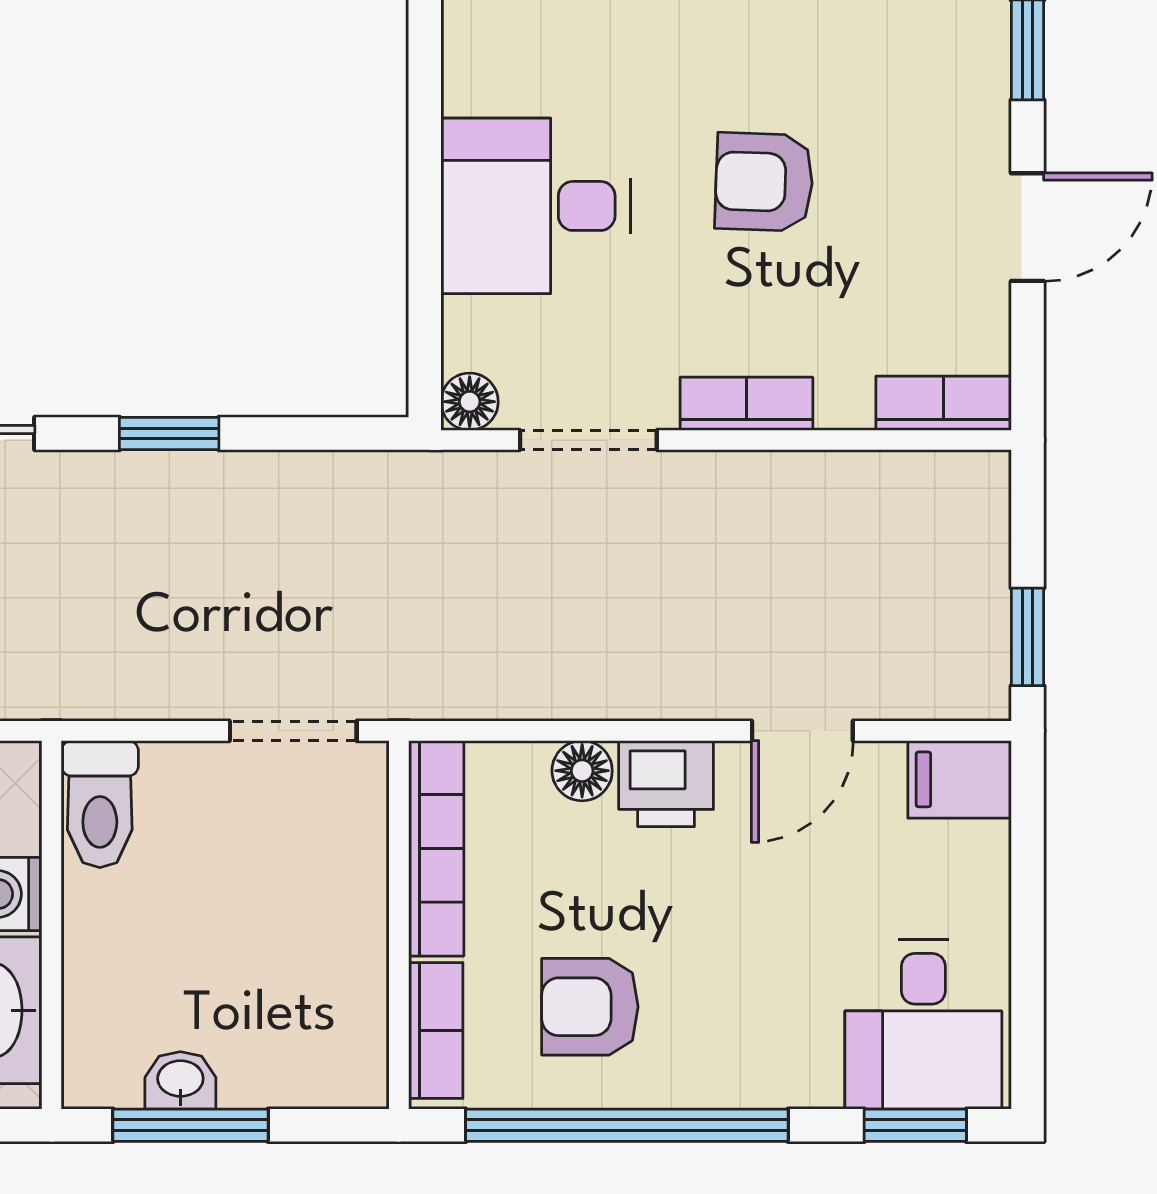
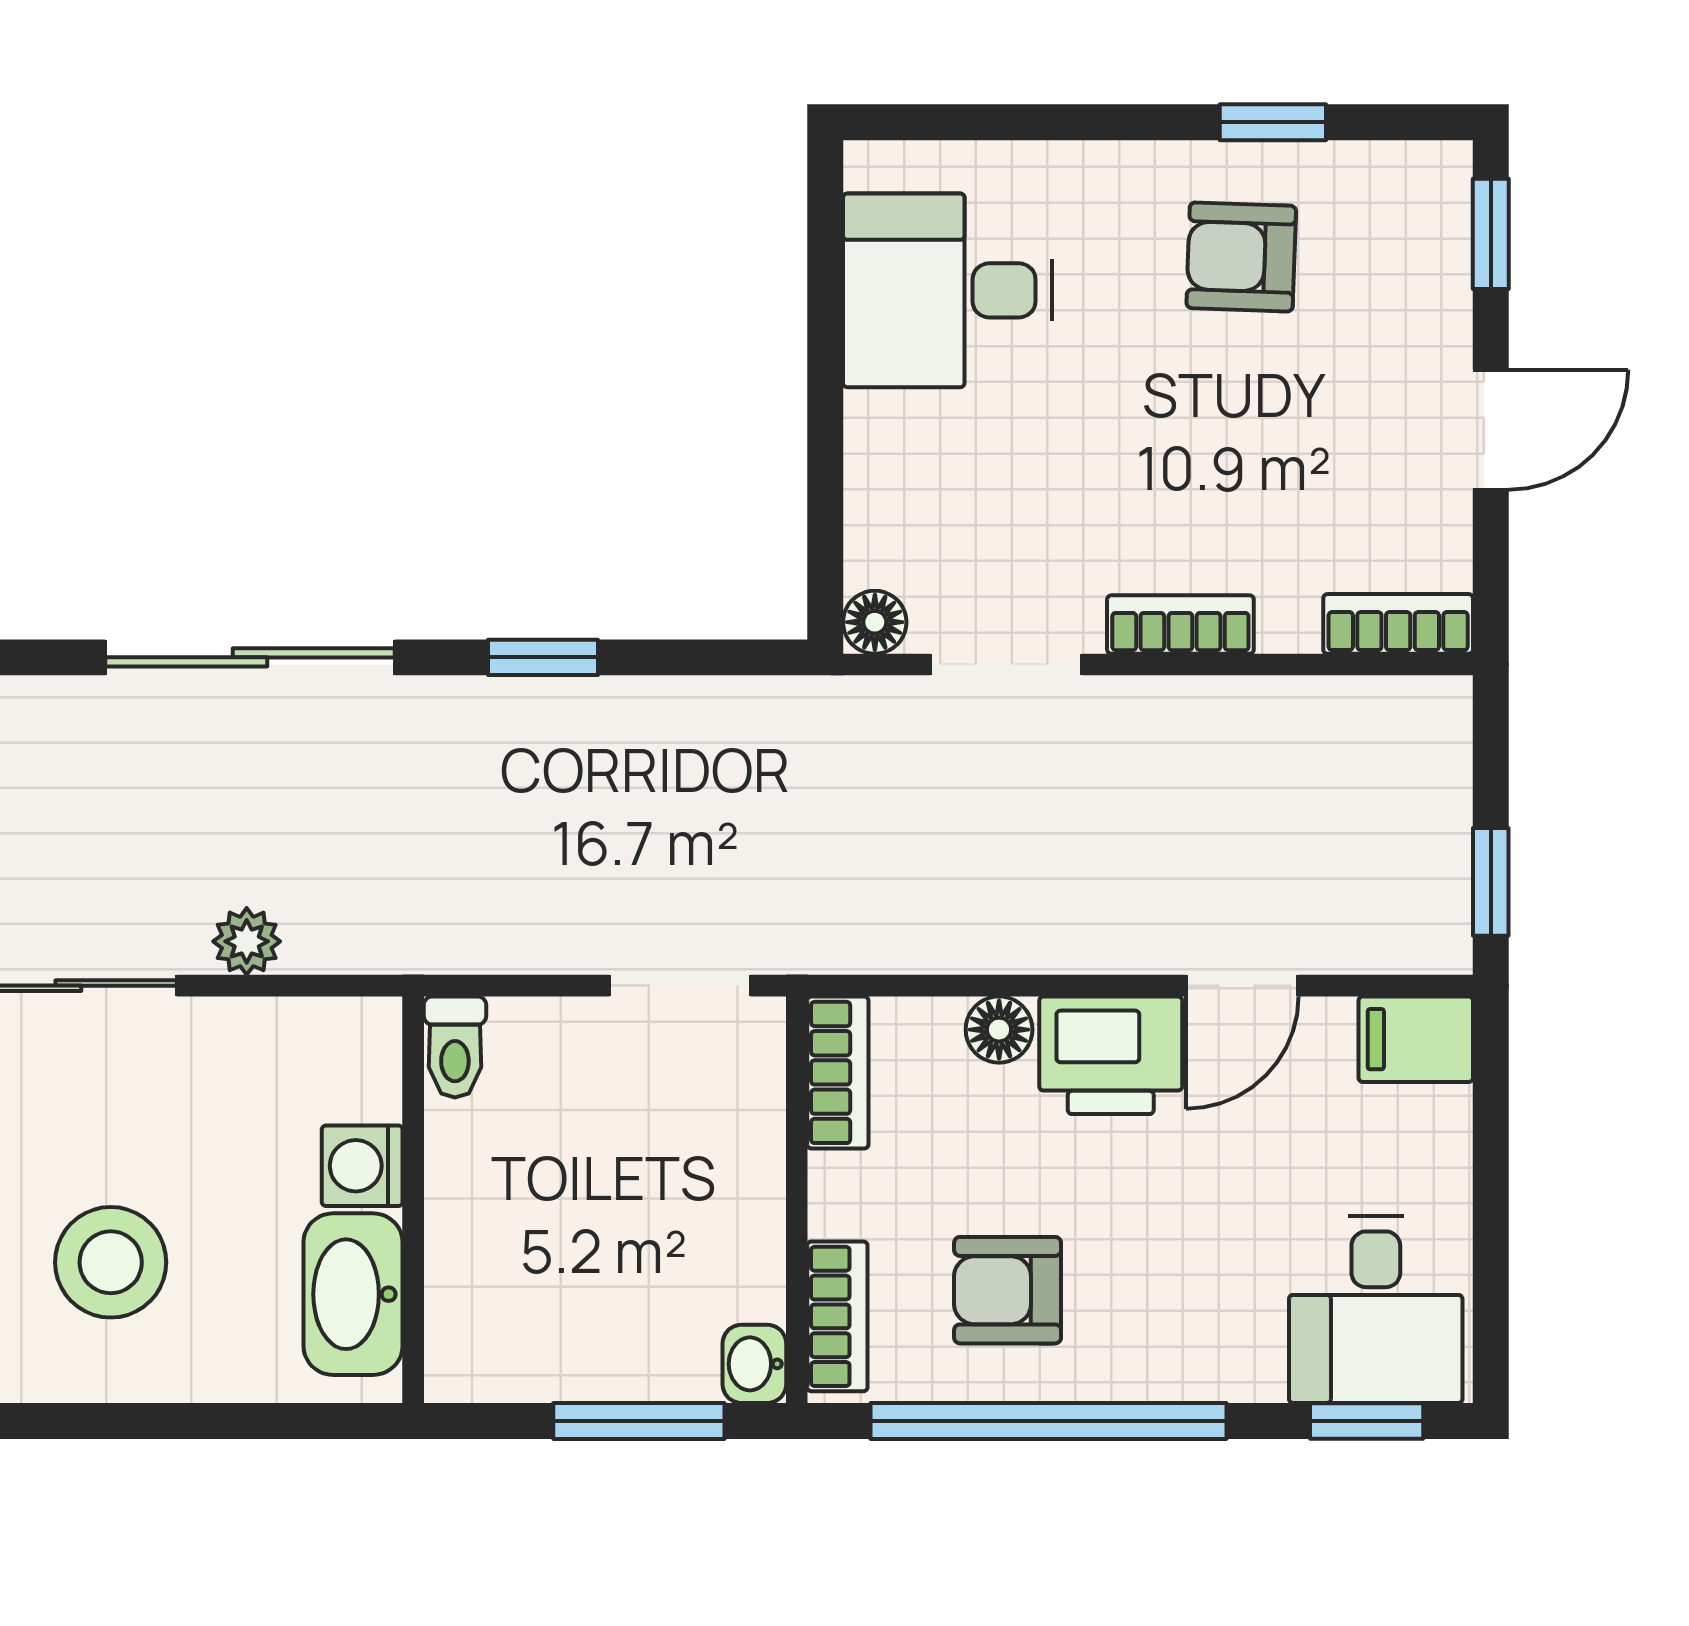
armchair: (764, 182) -> (1241, 257), moved
desk: (536, 206) -> (948, 290), moved
printer: (666, 784) -> (1111, 1055), width x1.36, depth x1.24
toilet: (100, 804) -> (455, 1047), width x0.73, depth x0.72
bookcase: (436, 848) -> (838, 1072), width x0.64
washbasin: (180, 1080) -> (754, 1364), moved, turned -90
window: (191, 1125) -> (639, 1421), moved

